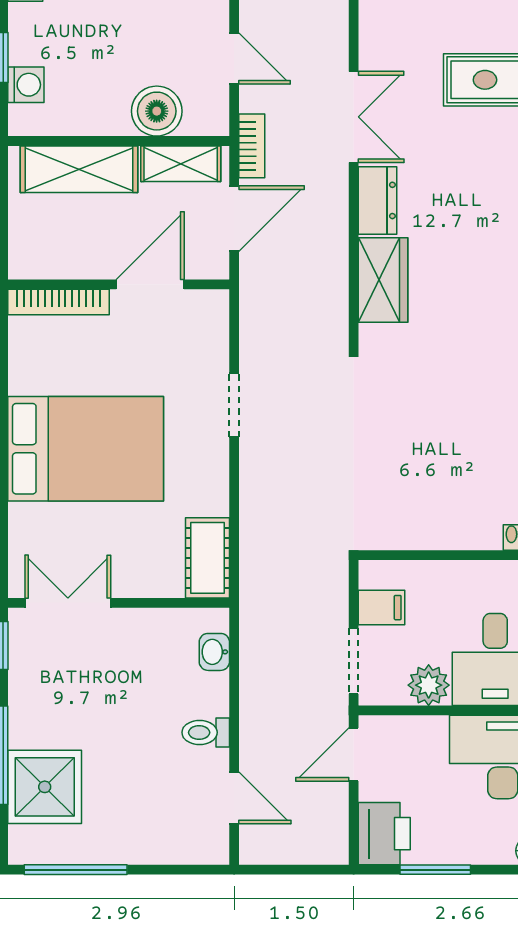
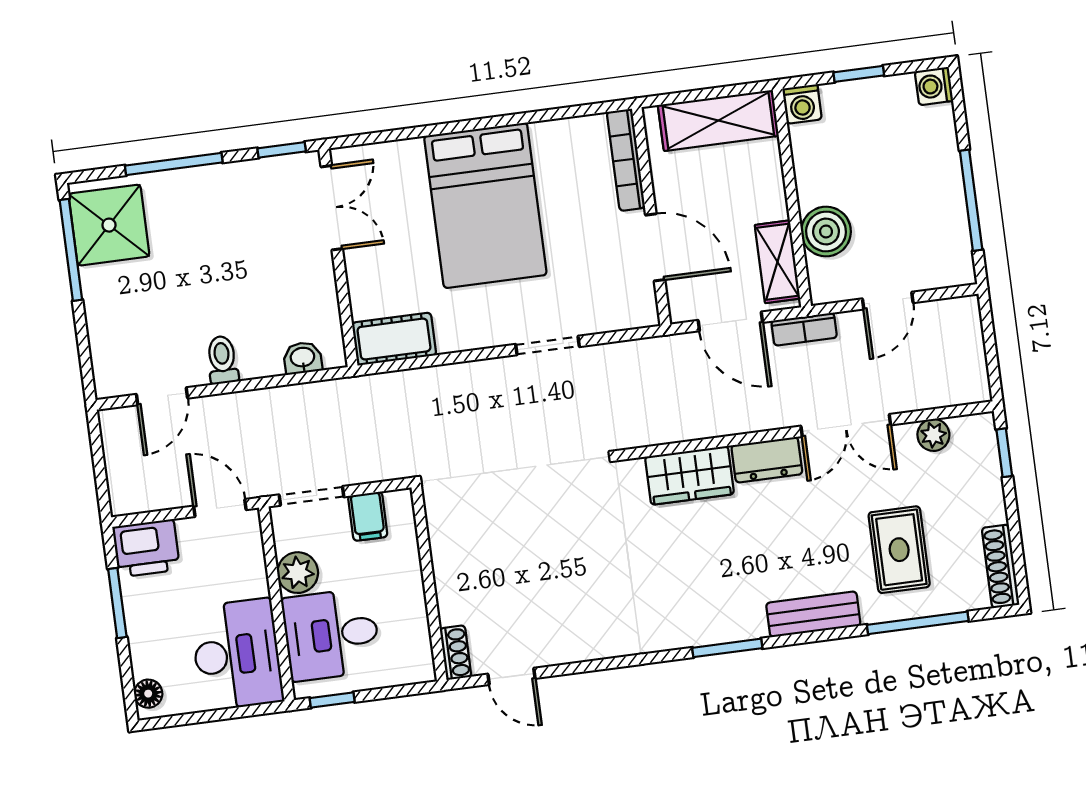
plant: (375, 30) -> (933, 435), added
washing machine: (26, 85) -> (802, 104), moved
shelving: (79, 169) -> (718, 121), moved, turned 90
shower: (45, 787) -> (109, 225), moved

